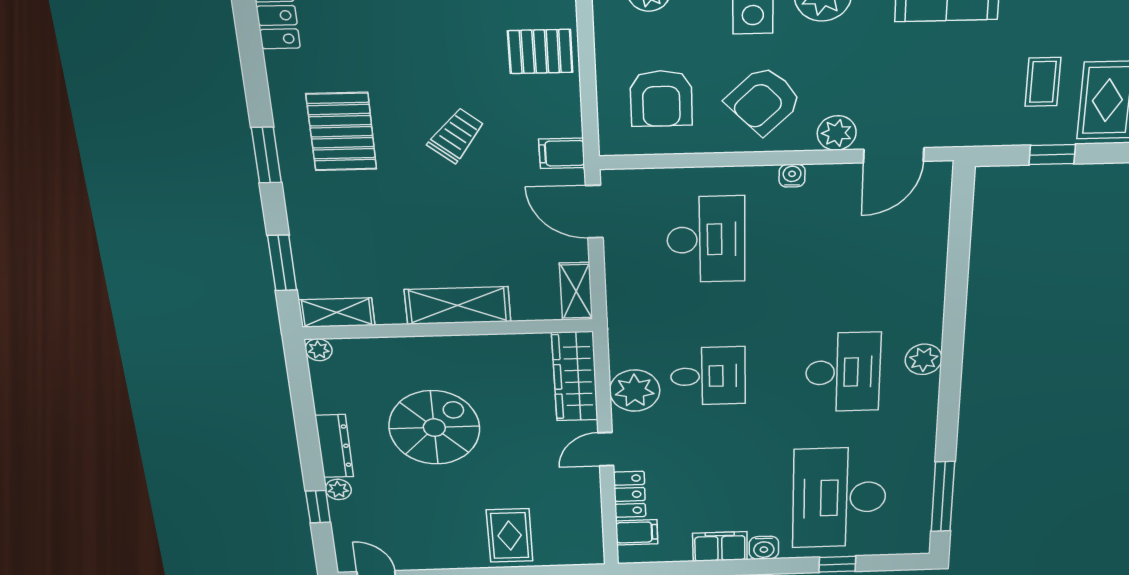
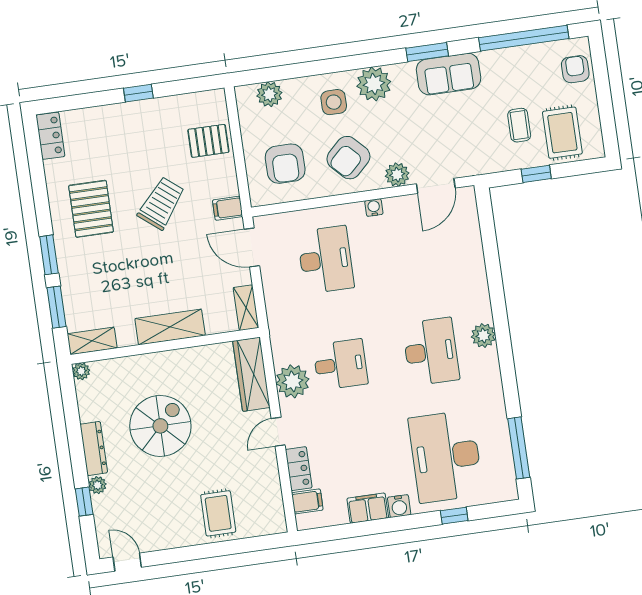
trolley: (456, 135) -> (161, 203), width x1.36, depth x1.39
window: (266, 155) -> (49, 255), moved

